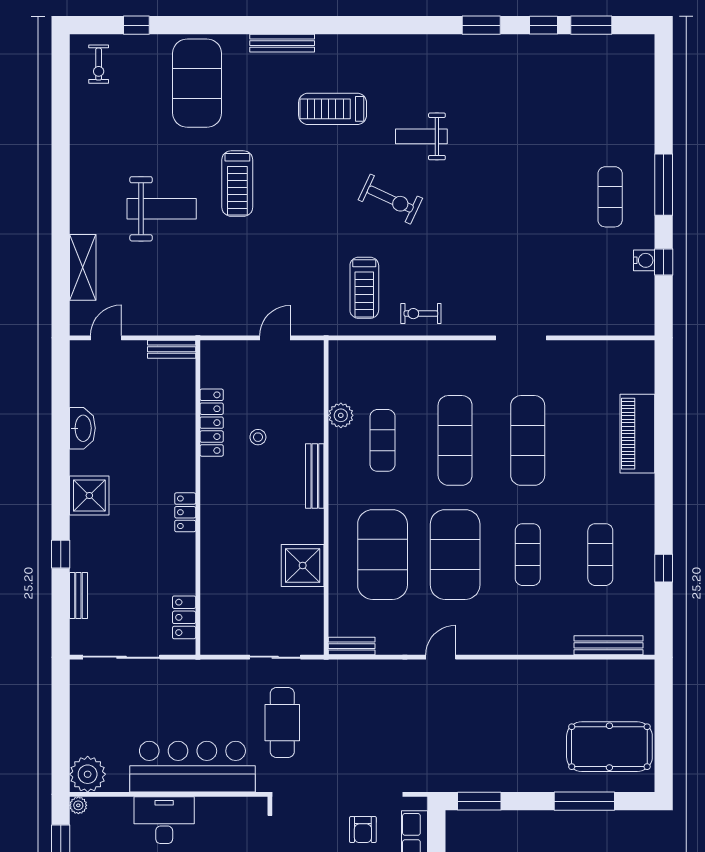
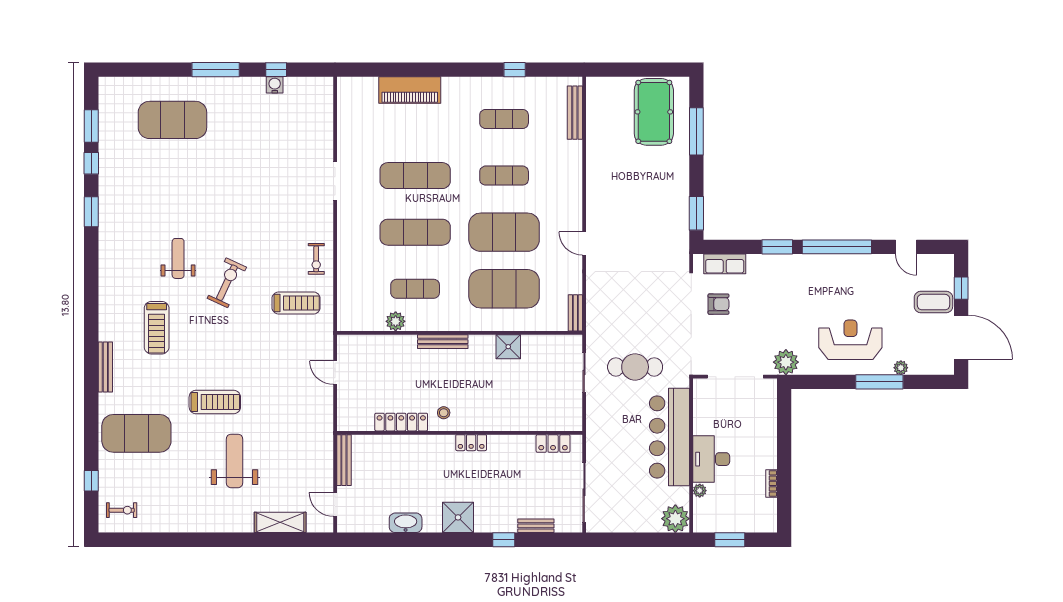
weight bench: (421, 136) -> (178, 258), turned 180
exercise mat: (610, 197) -> (172, 120), moved, width x2.00, depth x1.45
bench: (172, 349) -> (344, 460), width x1.36
stool: (258, 437) -> (444, 413), moved
shower: (303, 565) -> (508, 347), width x0.73, depth x0.73
plant: (78, 805) -> (700, 491), moved

